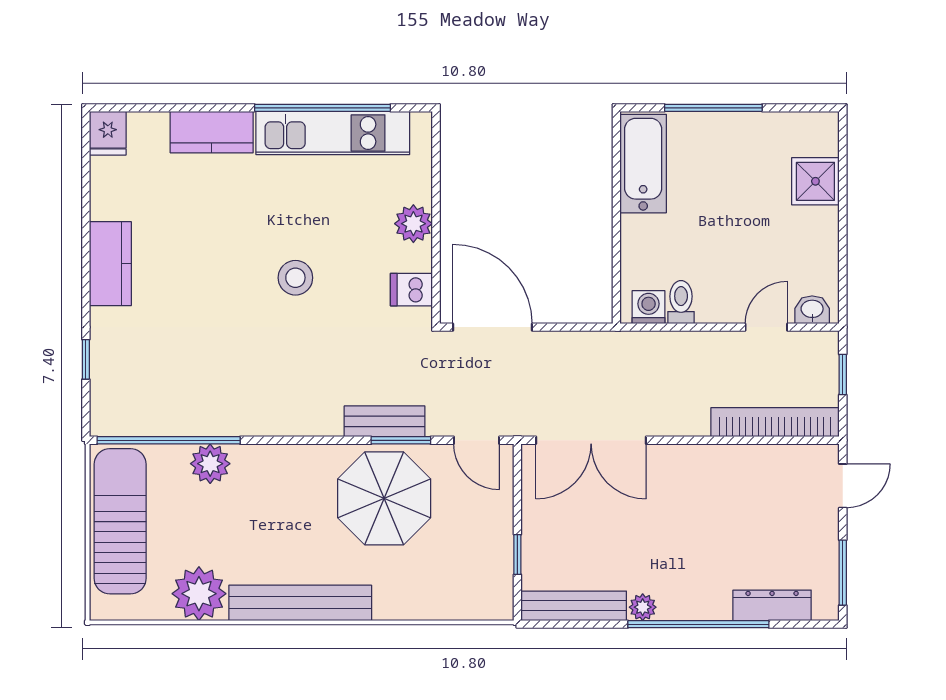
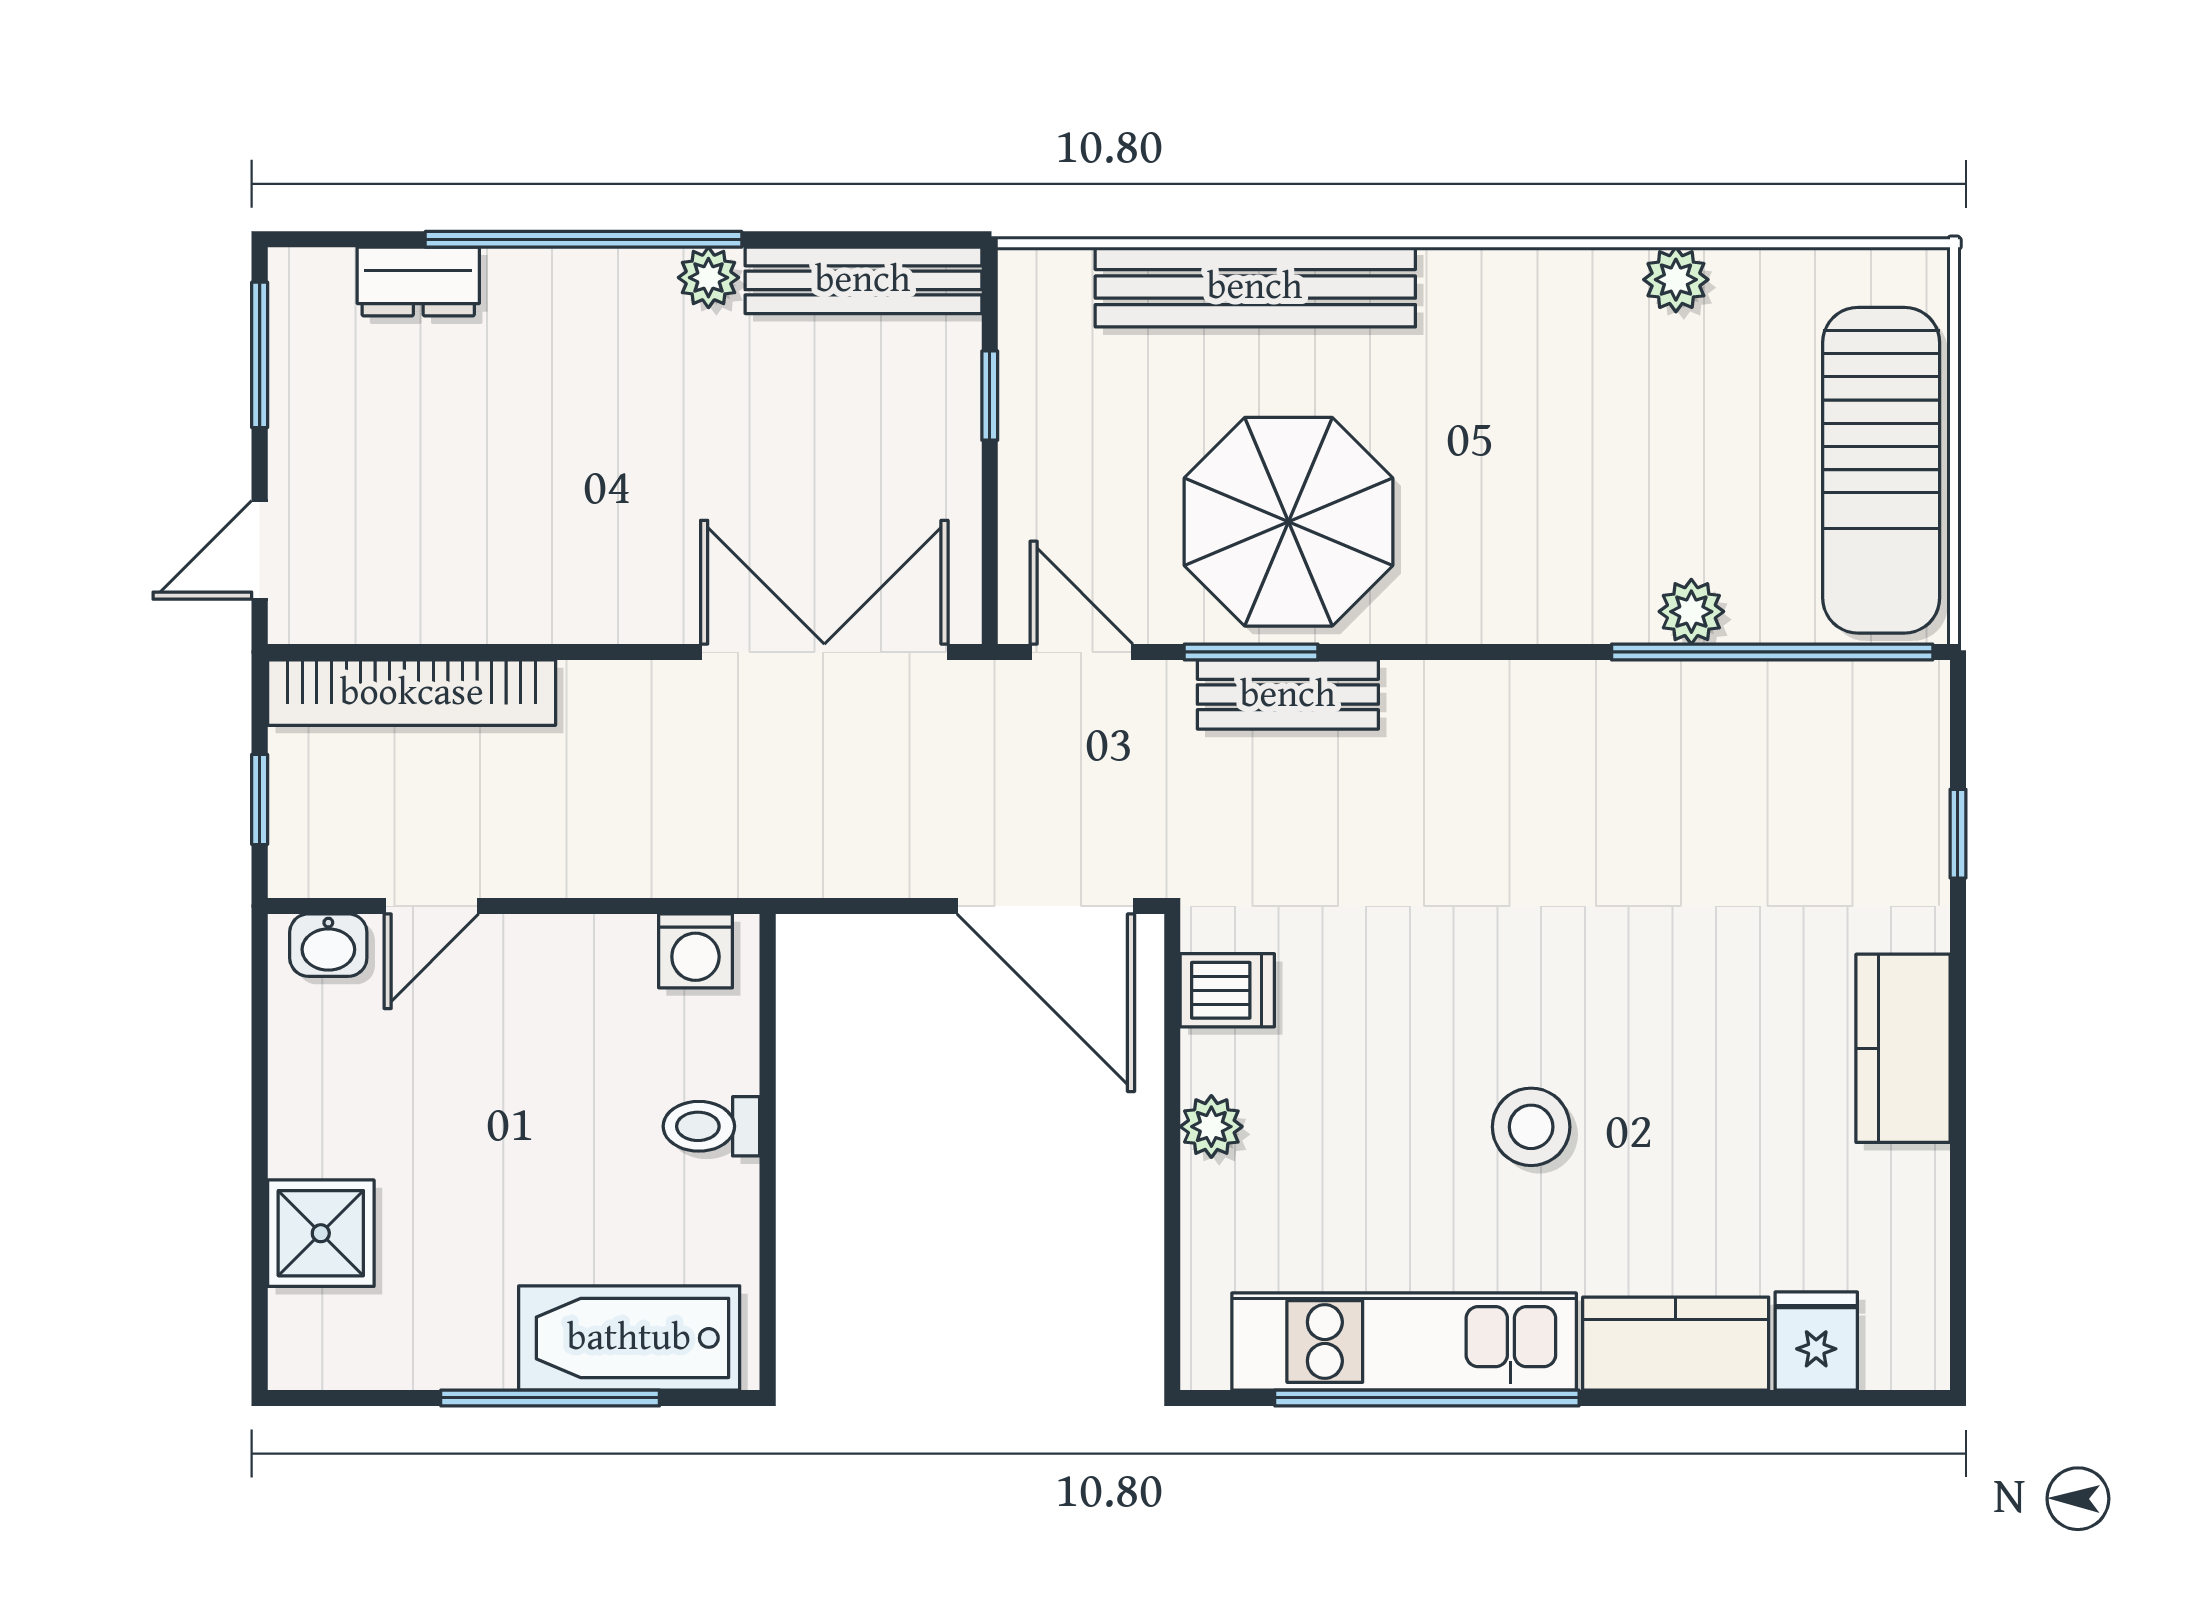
fridge: (108, 133) -> (1816, 1341), moved
bathtub: (643, 164) -> (629, 1338), moved, turned 90
plant: (413, 224) -> (1211, 1127), width x0.73, depth x0.73
stool: (295, 278) -> (1531, 1127), moved
toilet: (681, 302) -> (711, 1126), moved, turned 90
plant: (210, 464) -> (1691, 612), width x0.73, depth x0.73
plant: (199, 594) -> (1676, 280), width x0.53, depth x0.53
bench: (300, 603) -> (1255, 287), moved
dresser: (772, 605) -> (418, 282), width x0.70

